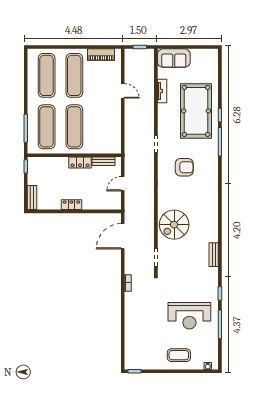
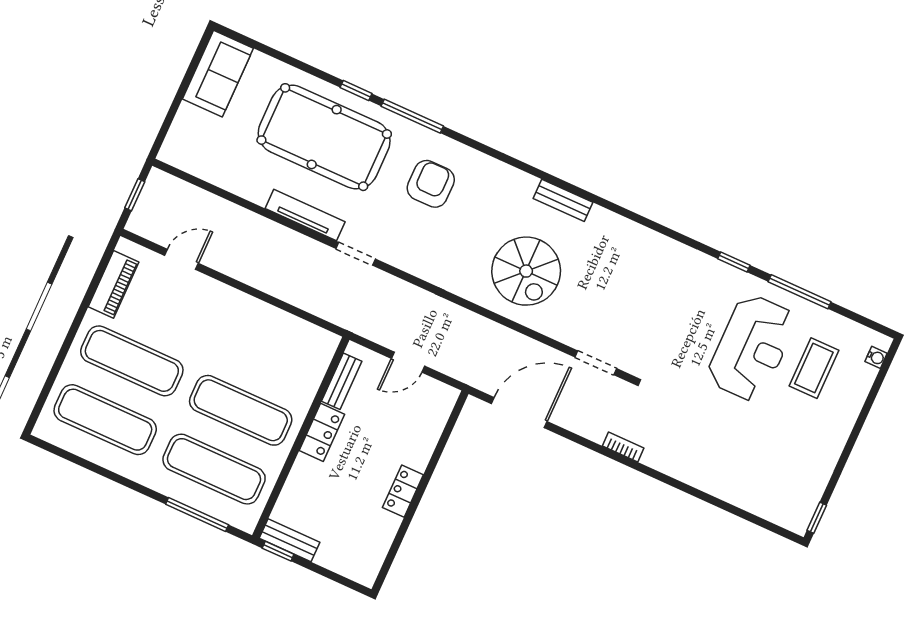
sofa: (174, 58) -> (218, 74), moved
door: (123, 91) -> (181, 259), moved
tv unit: (162, 91) -> (305, 215), moved, width x1.41
armchair: (184, 167) -> (431, 184), moved
door: (123, 184) -> (408, 362), hinge flipped
bench: (32, 198) -> (290, 540), moved
spiral stairs: (174, 225) -> (526, 271), moved
door: (123, 236) -> (519, 413), swing flipped
bench: (214, 255) -> (563, 200), moved
coffee table: (179, 355) -> (814, 368), moved

